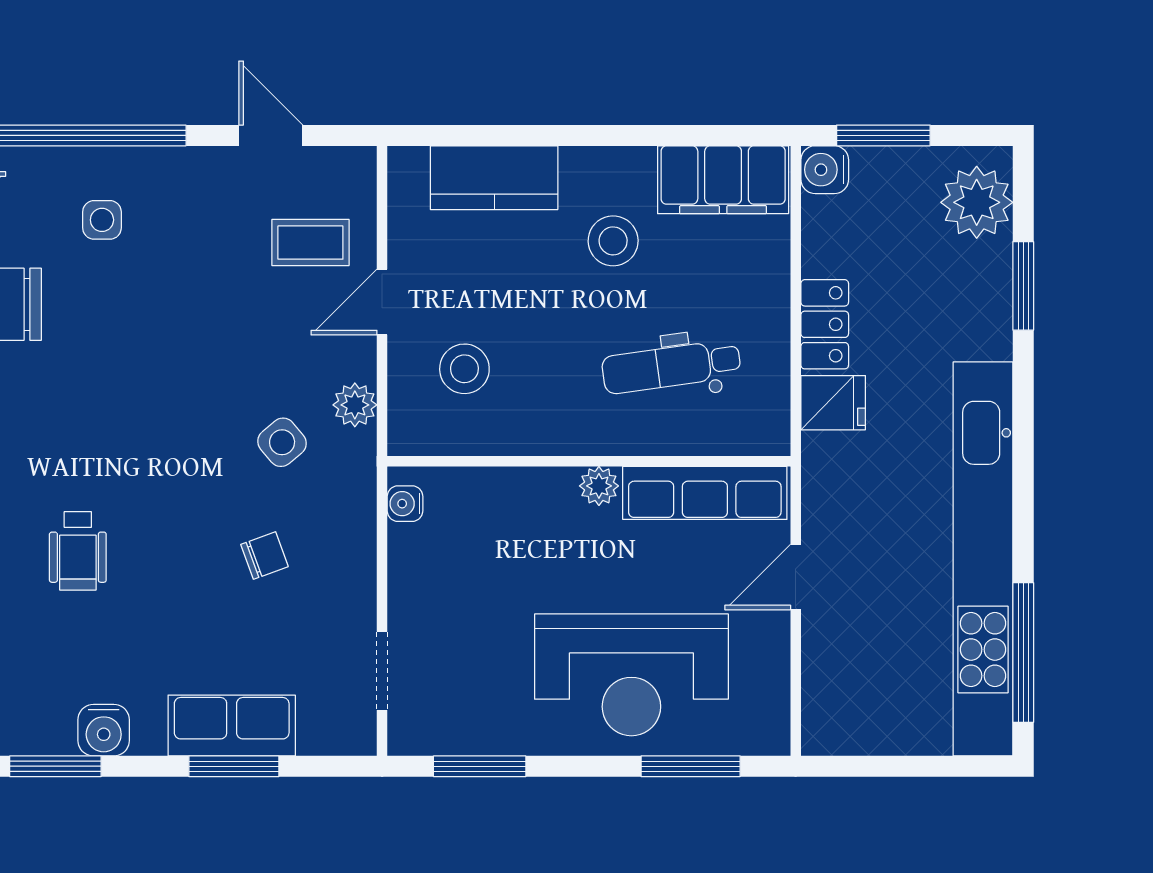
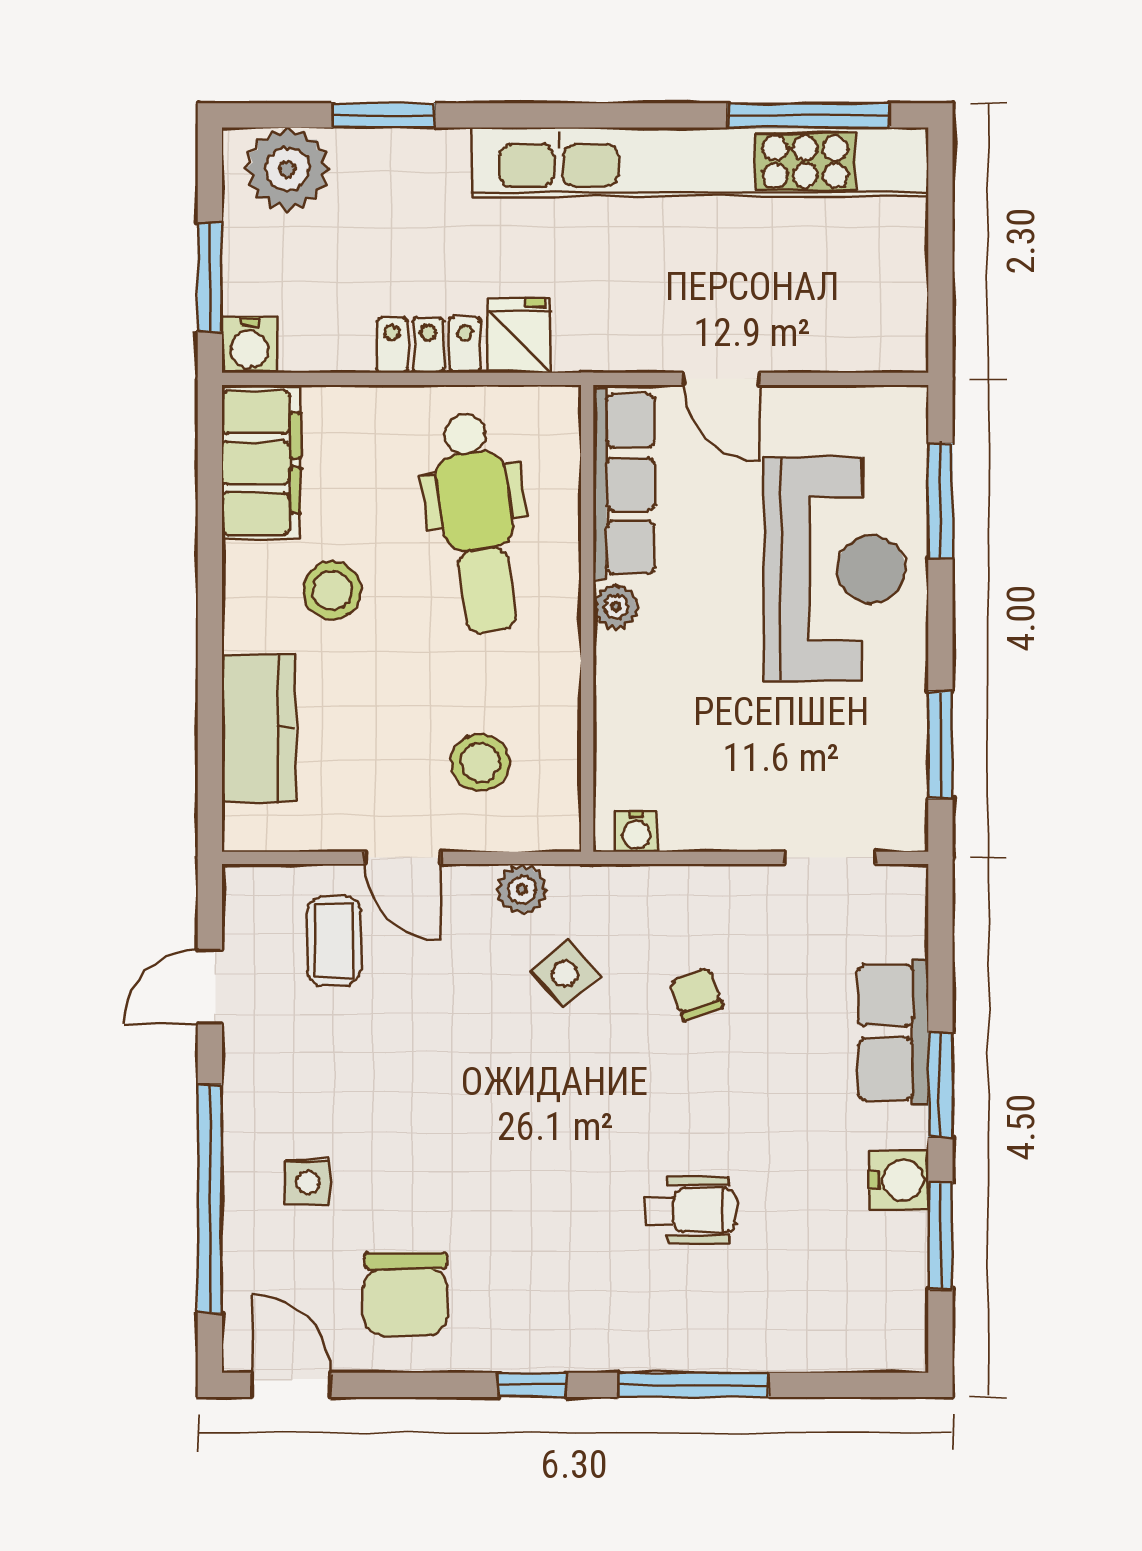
dental chair: (671, 367) -> (478, 523), width x1.36, depth x1.38
window: (234, 766) -> (940, 1085), moved

